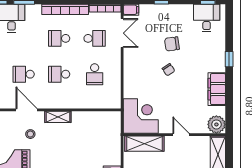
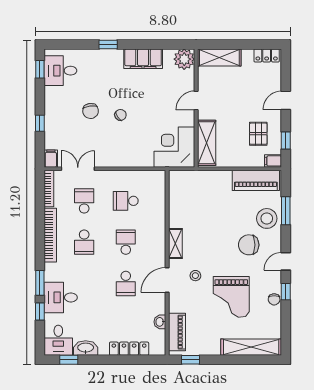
school desk: (59, 74) -> (126, 242), turned 180
school desk: (95, 74) -> (126, 201), turned 180

